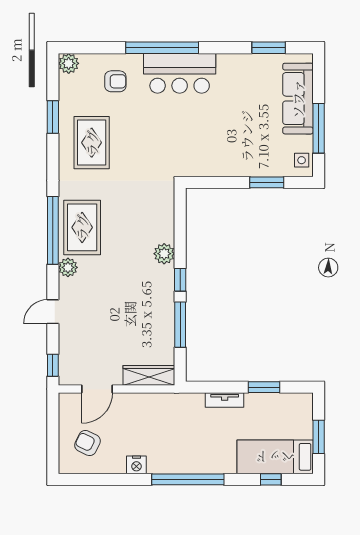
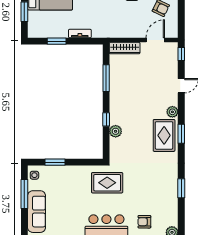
window: (53, 117) -> (181, 188), moved
rug: (92, 143) -> (107, 183), moved, turned 90
window: (53, 230) -> (181, 134), width x0.47
plant: (164, 254) -> (116, 131), moved
window: (180, 280) -> (106, 119), moved

